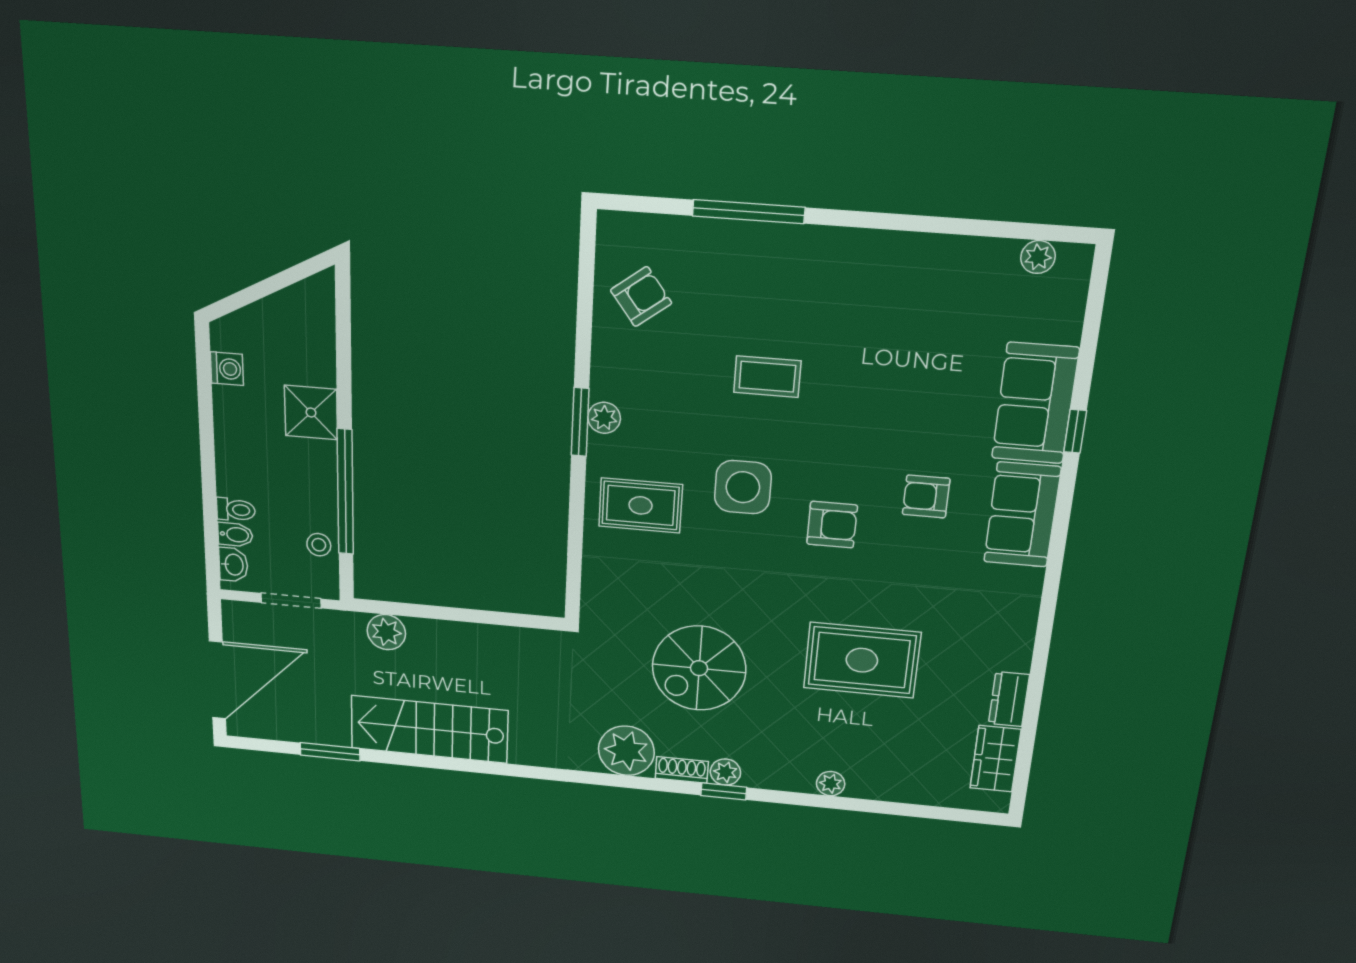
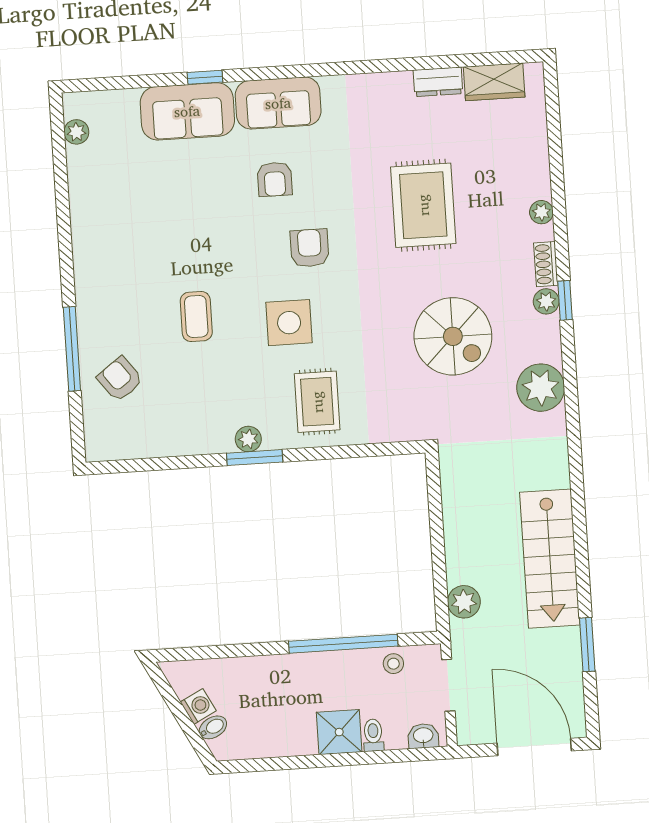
armchair: (641, 297) -> (120, 379), moved
washing machine: (227, 369) -> (198, 706), moved, turned 62
shower: (311, 412) -> (339, 732), moved
bidet: (235, 535) -> (213, 727), moved, turned 62
shoe rack: (682, 770) -> (546, 264), moved

